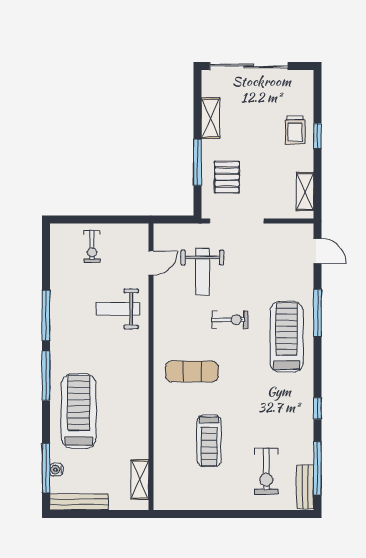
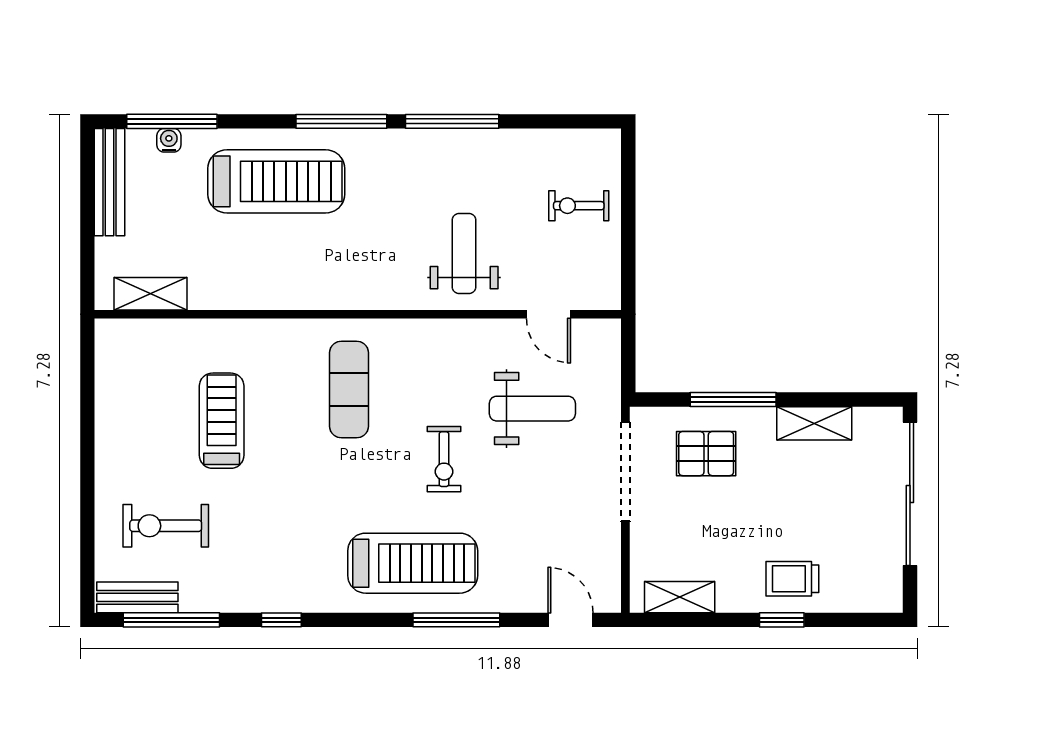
door: (317, 251) -> (570, 620), swing flipped
weight bench: (202, 272) -> (532, 409), turned 180
treadmill: (209, 441) -> (222, 421), turned 90

